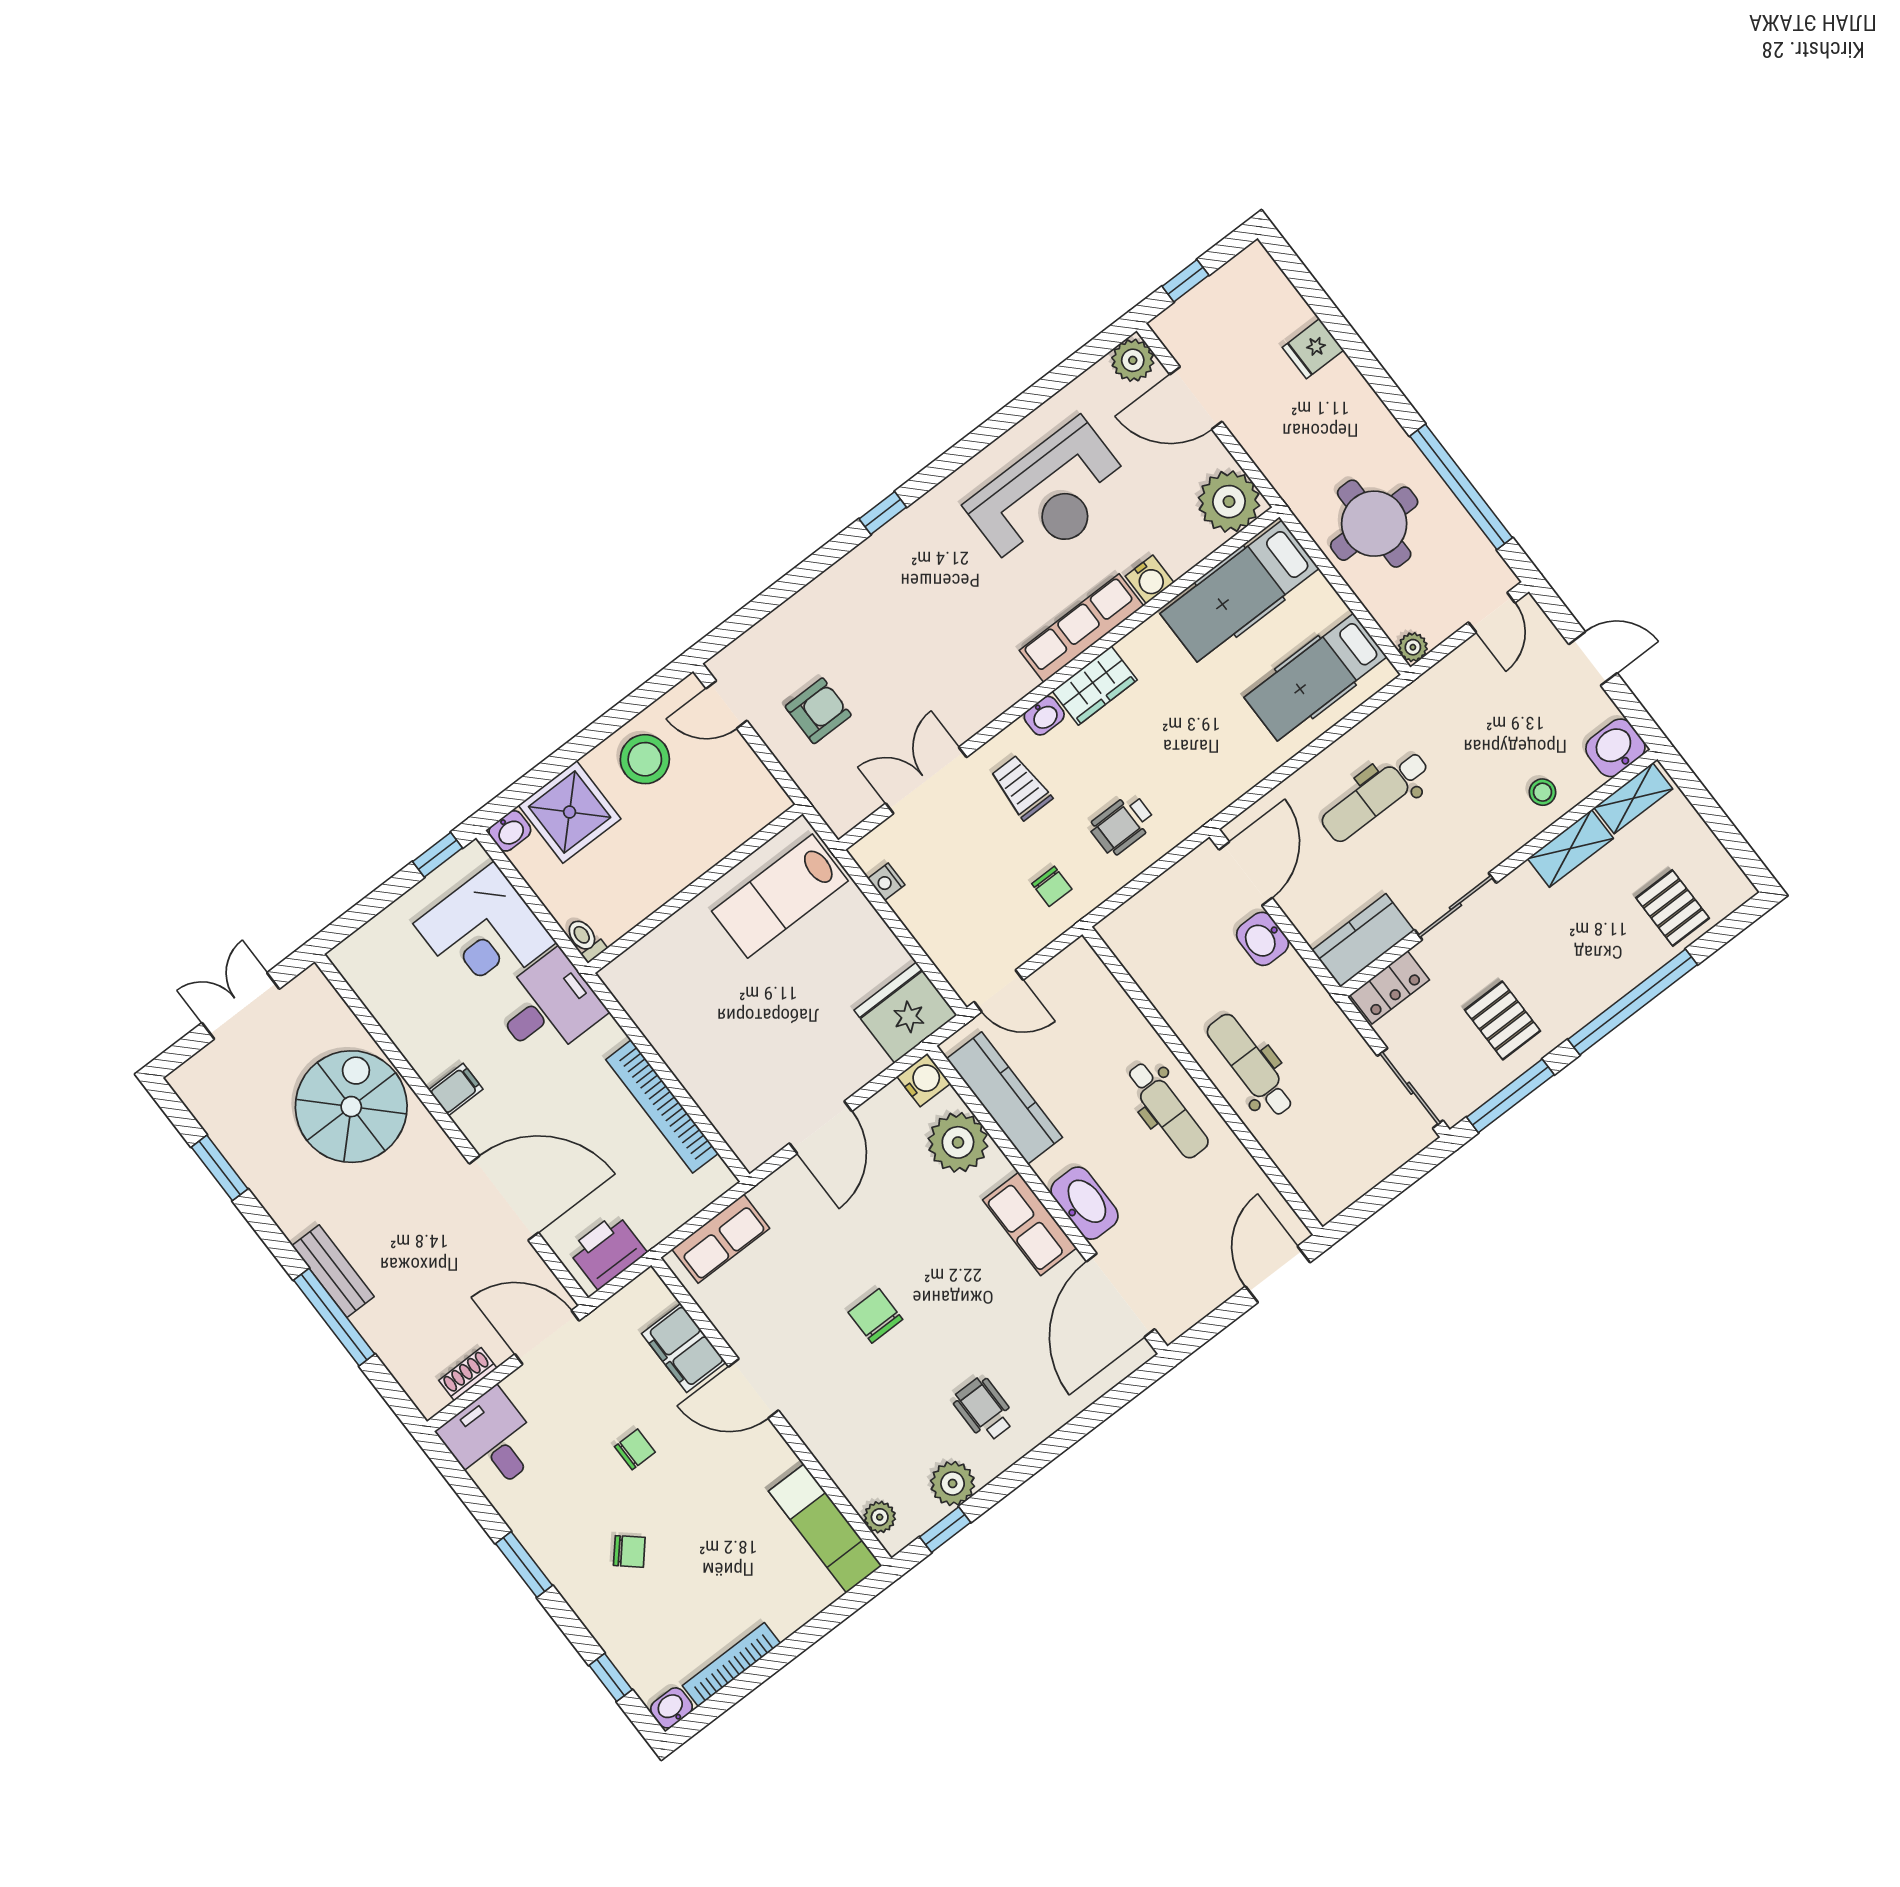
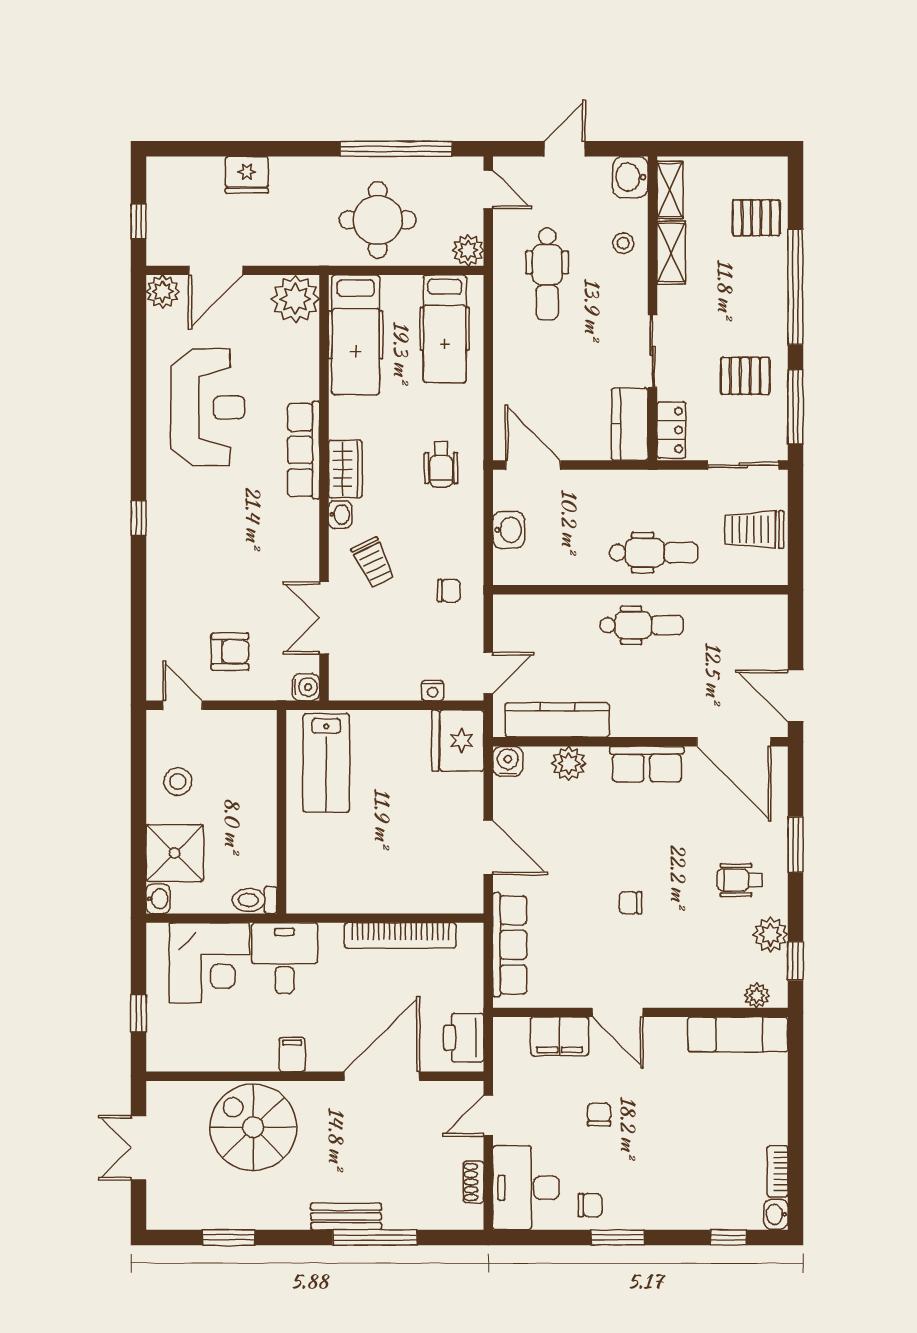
fridge: (1313, 349) -> (247, 175), width x1.38
water cooler: (1150, 579) -> (306, 687), moved
plant: (1413, 647) -> (468, 250), width x1.38, depth x1.38
door: (726, 705) -> (183, 705), swing flipped
armchair: (818, 711) -> (230, 652), turned 90
stool: (645, 759) -> (178, 782), width x0.73, depth x0.73
trolley: (1021, 787) -> (373, 563), turned -116
dental chair: (1375, 796) -> (547, 274), moved
wheelchair: (1122, 825) -> (441, 464), moved
window: (437, 855) -> (139, 1013), moved
nightstand: (886, 882) -> (433, 691), moved
toilet: (585, 939) -> (255, 900), width x1.37, depth x1.39
washbasin: (1263, 939) -> (509, 530), moved, turned -90
dental chair: (1251, 1065) -> (654, 553), turned 180
plant: (958, 1142) -> (569, 764), width x0.73, depth x0.73
trolley: (1353, 1150) -> (754, 530), added
washbasin: (1085, 1203) -> (660, 720), removed
row of seats: (721, 1239) -> (510, 945), width x1.48
door: (1278, 1274) -> (795, 696), moved
chair: (875, 1316) -> (631, 903), width x0.73, depth x0.73
door: (547, 1337) -> (488, 1116), width x0.73
door: (754, 1388) -> (618, 1012), hinge flipped
window: (1064, 1438) -> (795, 845), added
desk: (491, 1441) -> (526, 1188), width x1.37
chair: (629, 1551) -> (590, 1205), moved, turned 49
bookcase: (731, 1664) -> (777, 1171), width x0.64

